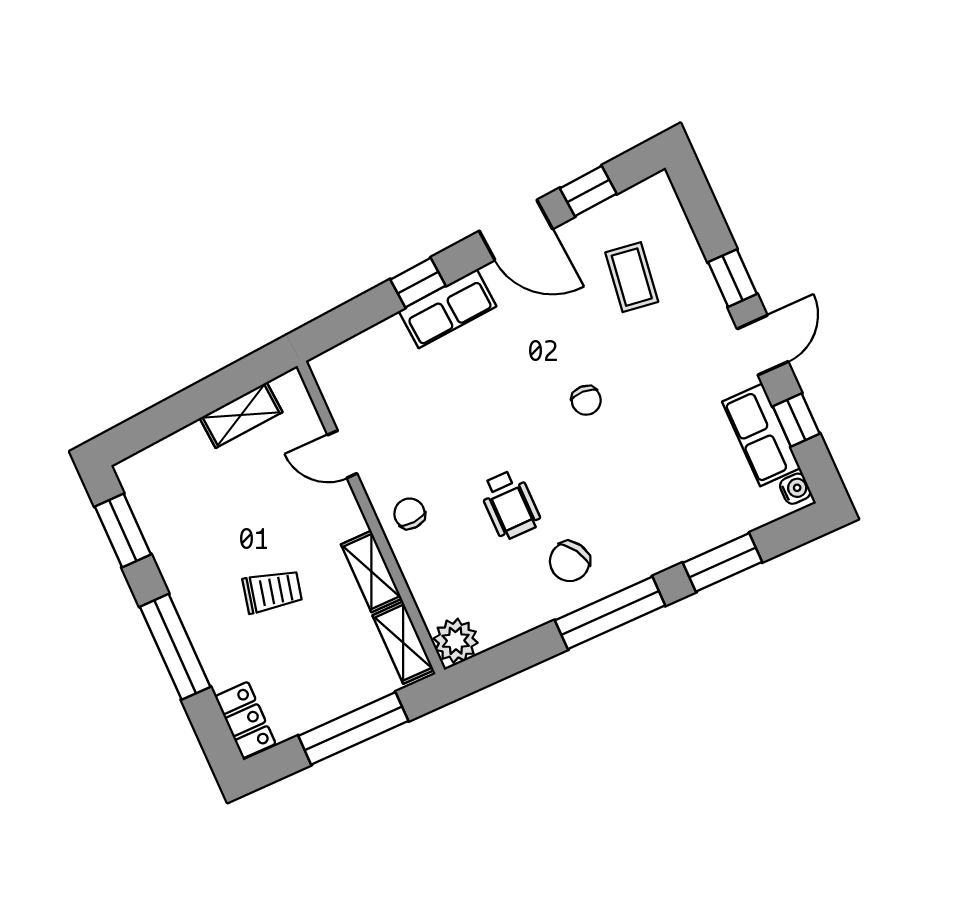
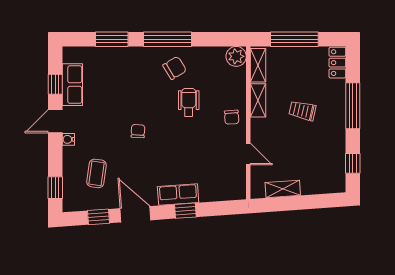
window: (732, 278) -> (55, 188), moved
water cooler: (795, 489) -> (68, 139), moved
window: (123, 530) -> (353, 163), width x0.67

